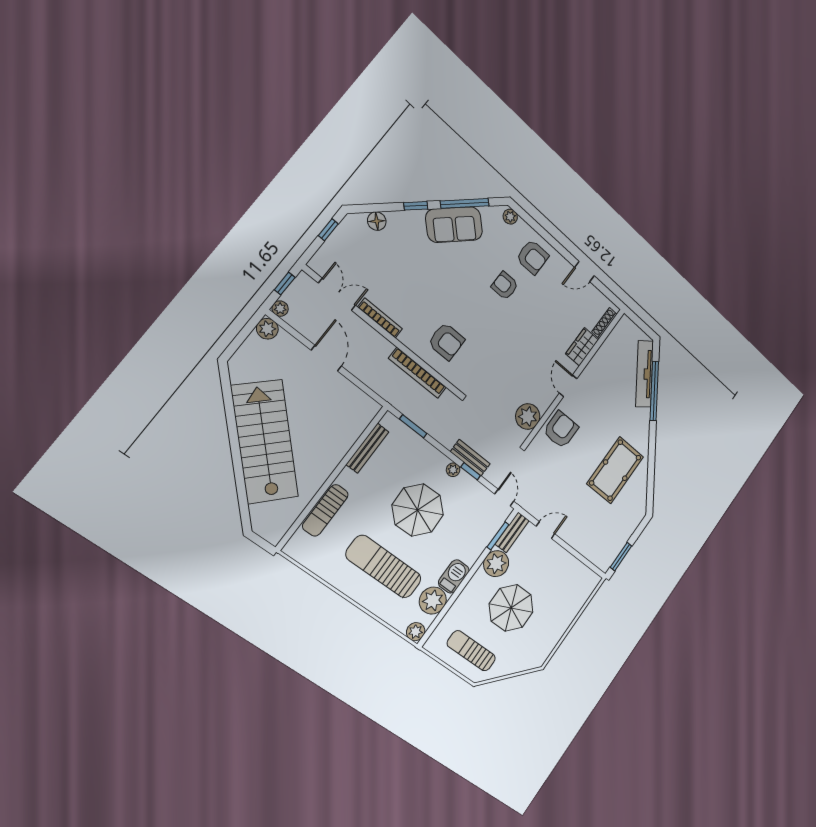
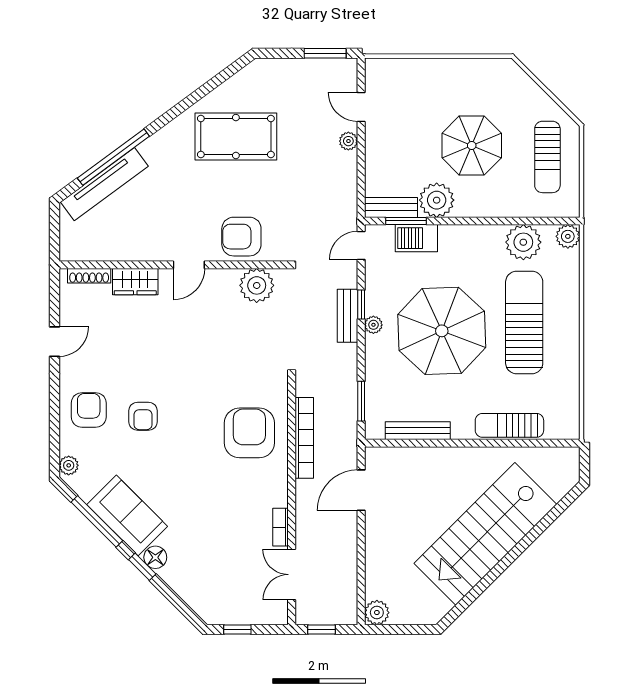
floor lamp: (377, 221) -> (155, 557), moved
door: (584, 271) -> (54, 342), hinge flipped
plant: (280, 309) -> (348, 141), moved
bookcase: (380, 318) -> (281, 527), width x0.64
armchair: (446, 341) -> (249, 433), width x1.36, depth x1.36
door: (326, 358) -> (361, 490), moved
sun lounger: (325, 510) -> (509, 425), turned 180
parasol: (418, 510) -> (442, 331), width x1.36, depth x1.36
door: (545, 530) -> (361, 107), moved
sun lounger: (384, 567) -> (524, 322), turned 180
barbecue: (454, 576) -> (416, 238), moved

